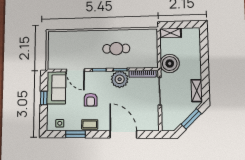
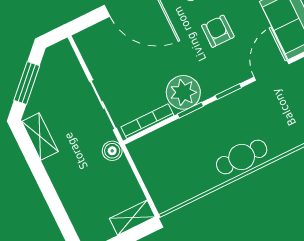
cafe table: (116, 49) -> (242, 157), moved
boiler: (170, 64) -> (112, 151), width x0.54, depth x0.54
door: (75, 70) -> (271, 70), hinge flipped

